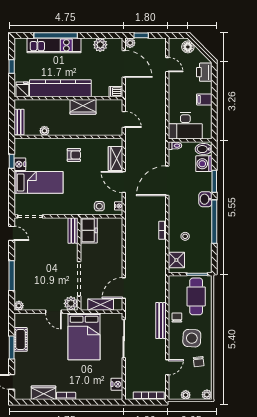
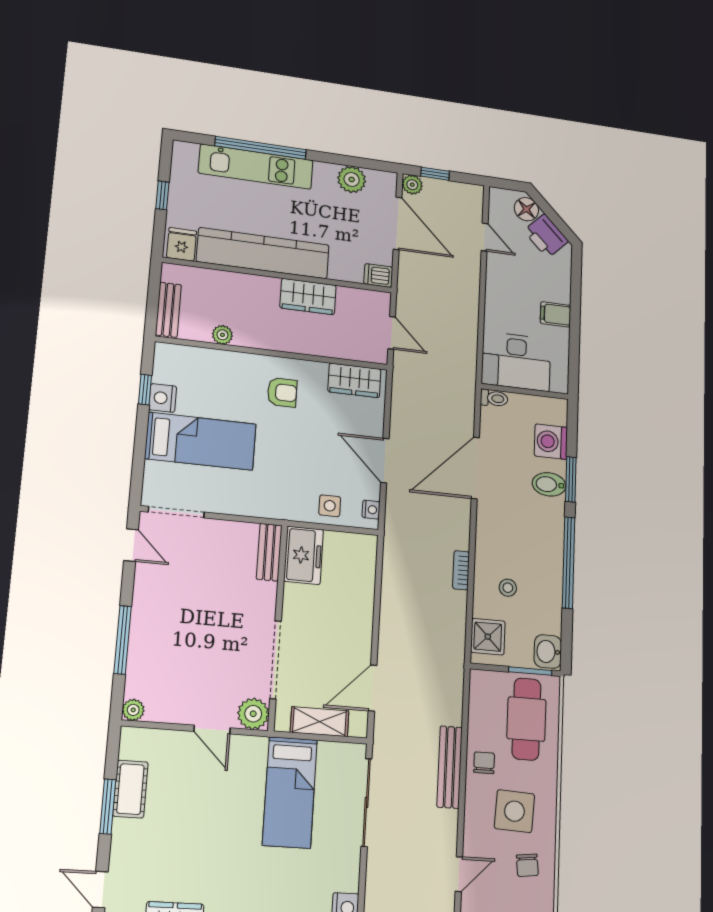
printer: (204, 72) -> (546, 236), moved, turned -45
bidet: (204, 149) -> (549, 484), moved
wardrobe: (115, 158) -> (354, 380), moved, turned -90
washbasin: (205, 199) -> (548, 652), moved
bed: (84, 336) -> (290, 792), width x0.67

